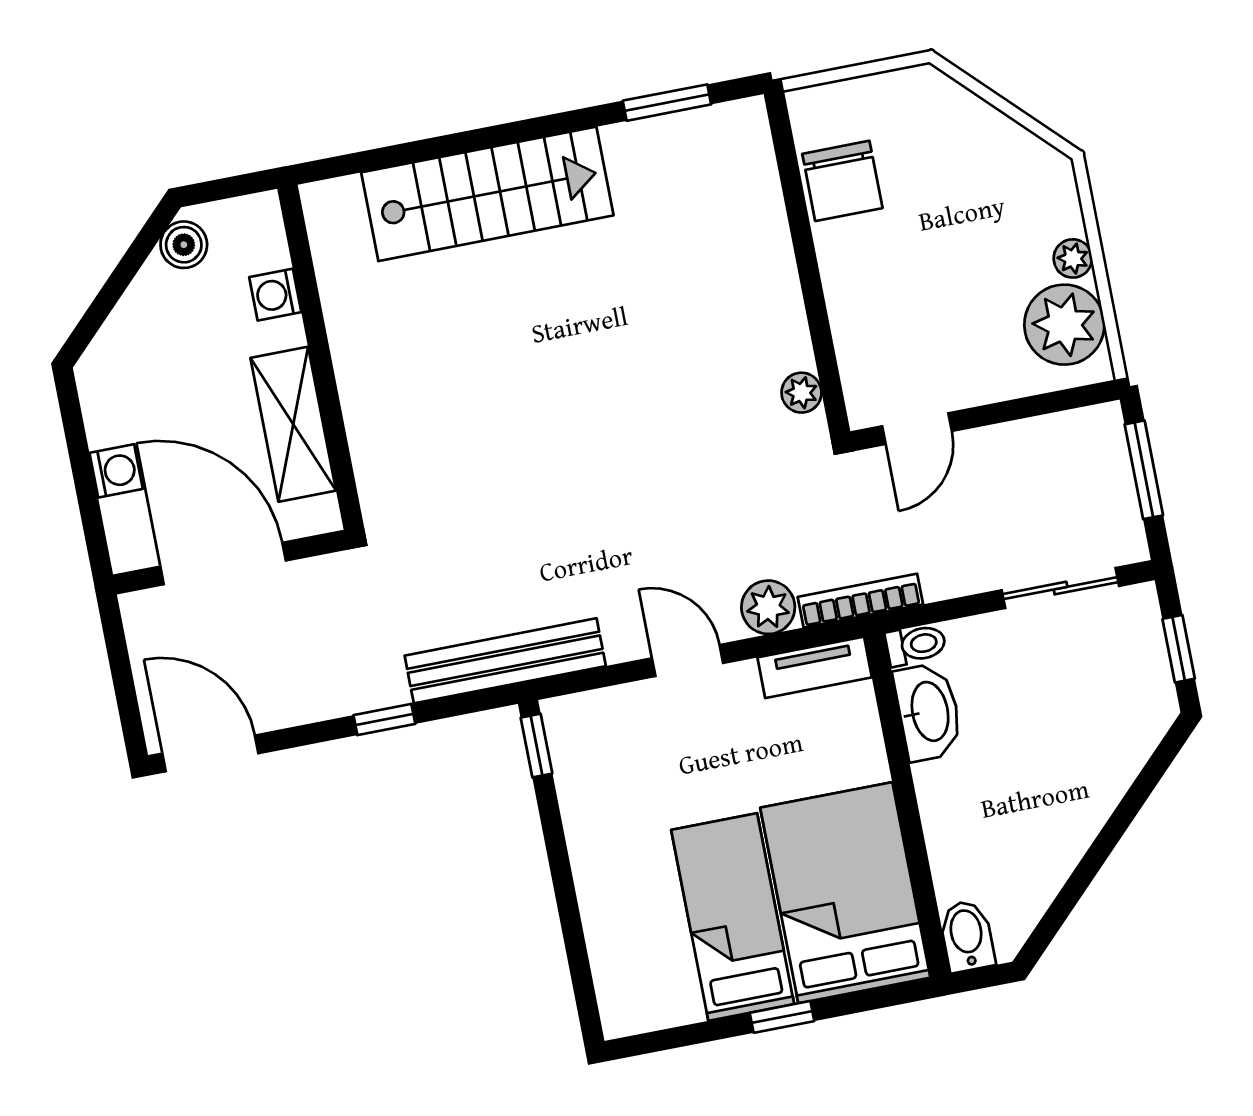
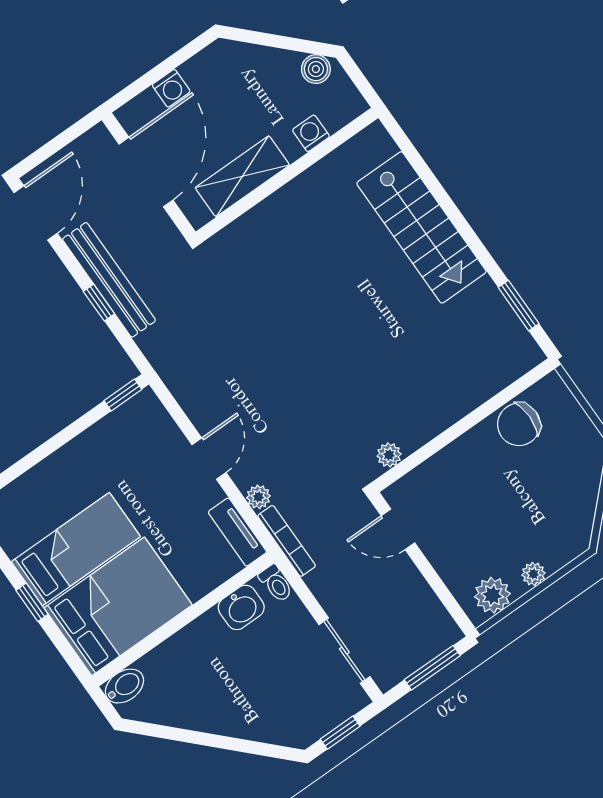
plant: (1064, 325) -> (492, 595), width x0.73, depth x0.73
plant: (768, 607) -> (258, 497), width x0.73, depth x0.73
bench: (505, 661) -> (109, 280), moved
washbasin: (928, 712) -> (241, 607), width x0.72

